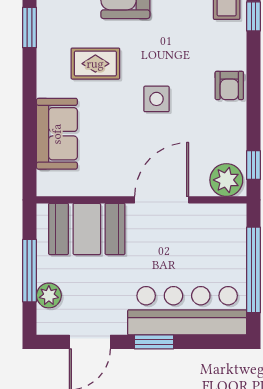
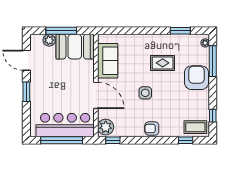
rug: (95, 64) -> (163, 63), turned 90
sofa: (57, 134) -> (108, 61), moved, turned -90
booth: (87, 229) -> (75, 47), moved, turned 90
bar counter: (187, 311) -> (65, 125), moved, turned -90

